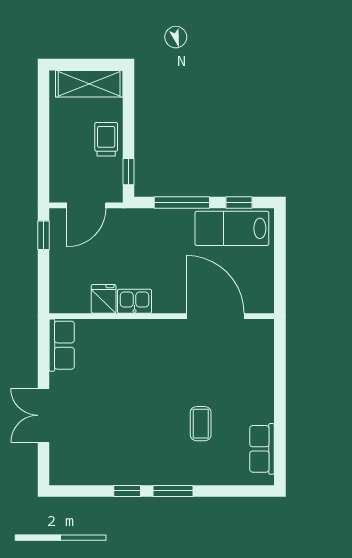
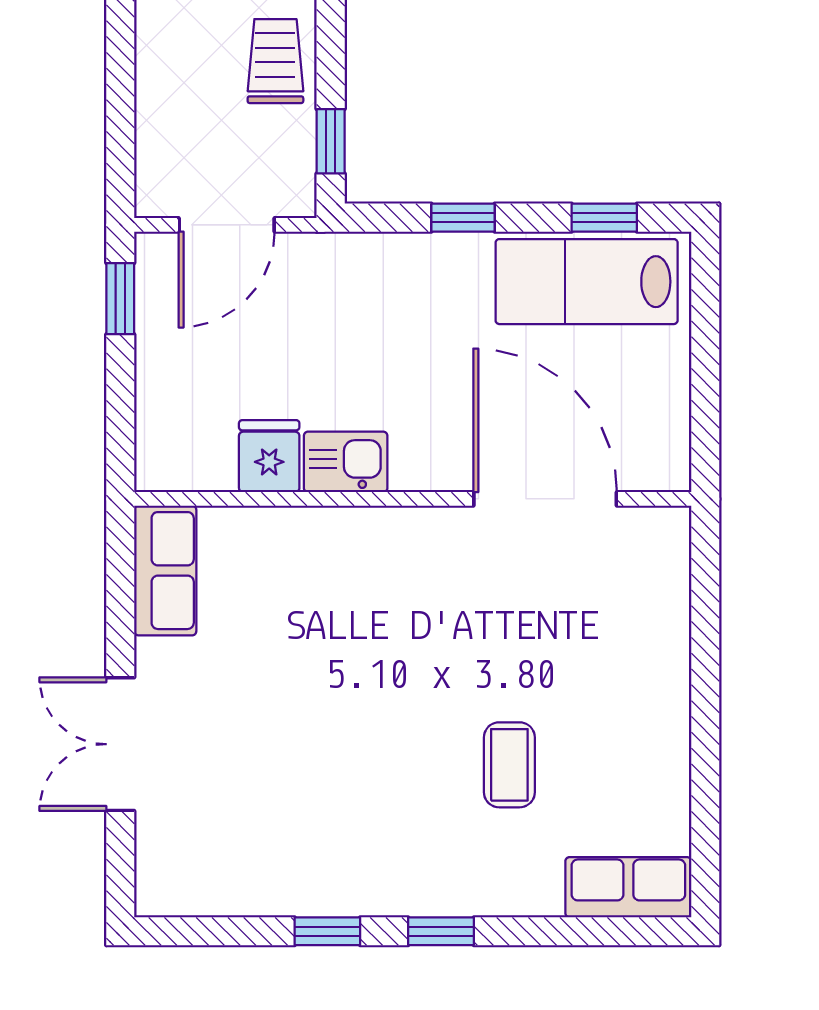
window: (182, 202) -> (463, 218), width x0.46
row of seats: (262, 449) -> (628, 887), moved, turned 90
window: (173, 491) -> (441, 931), width x0.67

